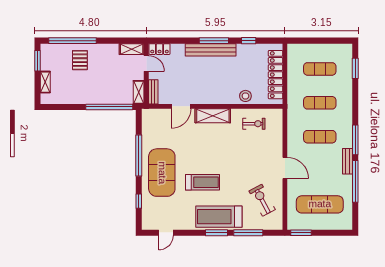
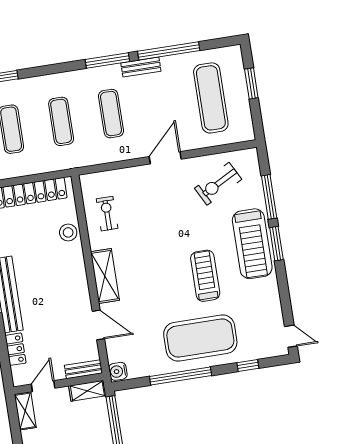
locker: (160, 49) -> (16, 349), moved
water cooler: (148, 115) -> (118, 371), added
door: (166, 233) -> (291, 336), moved
window: (301, 233) -> (251, 83), moved

